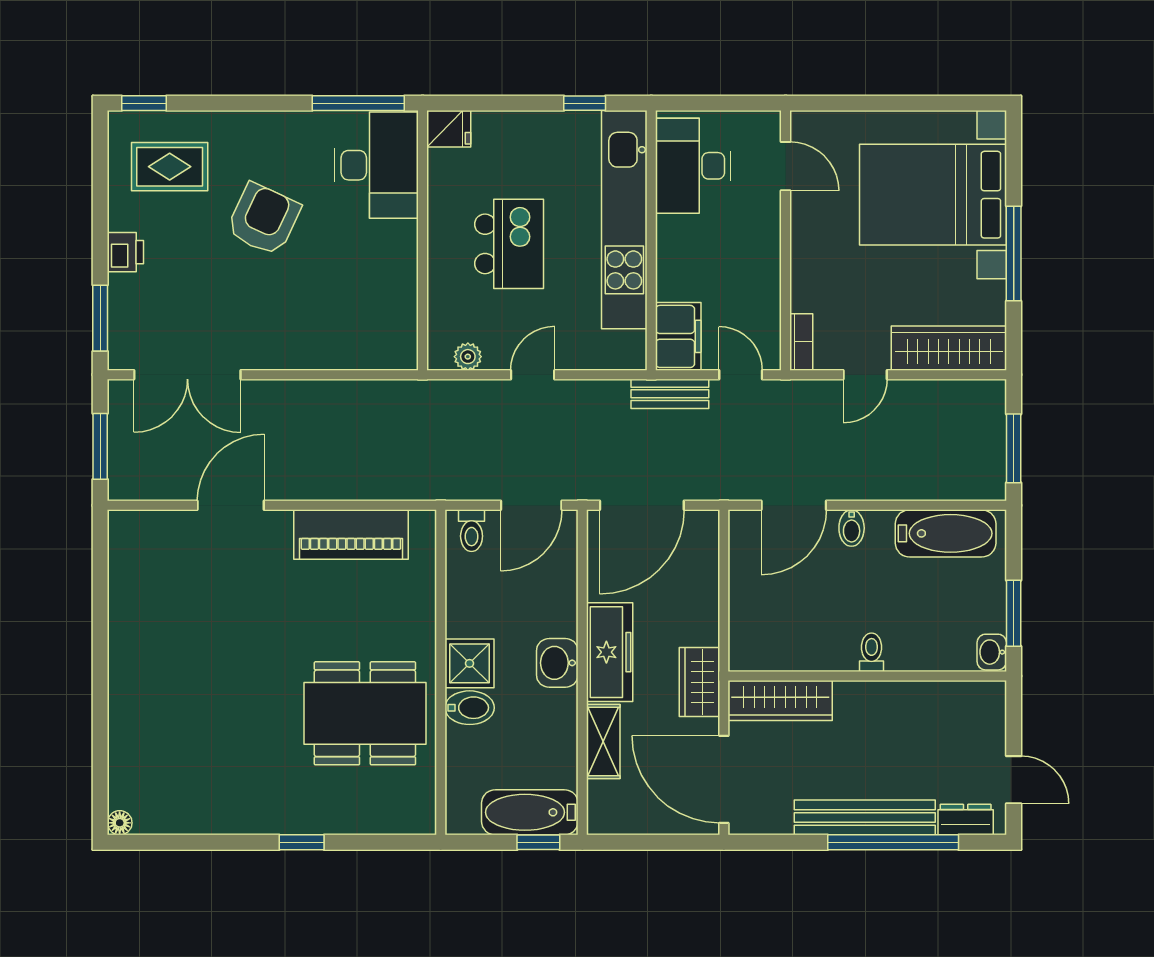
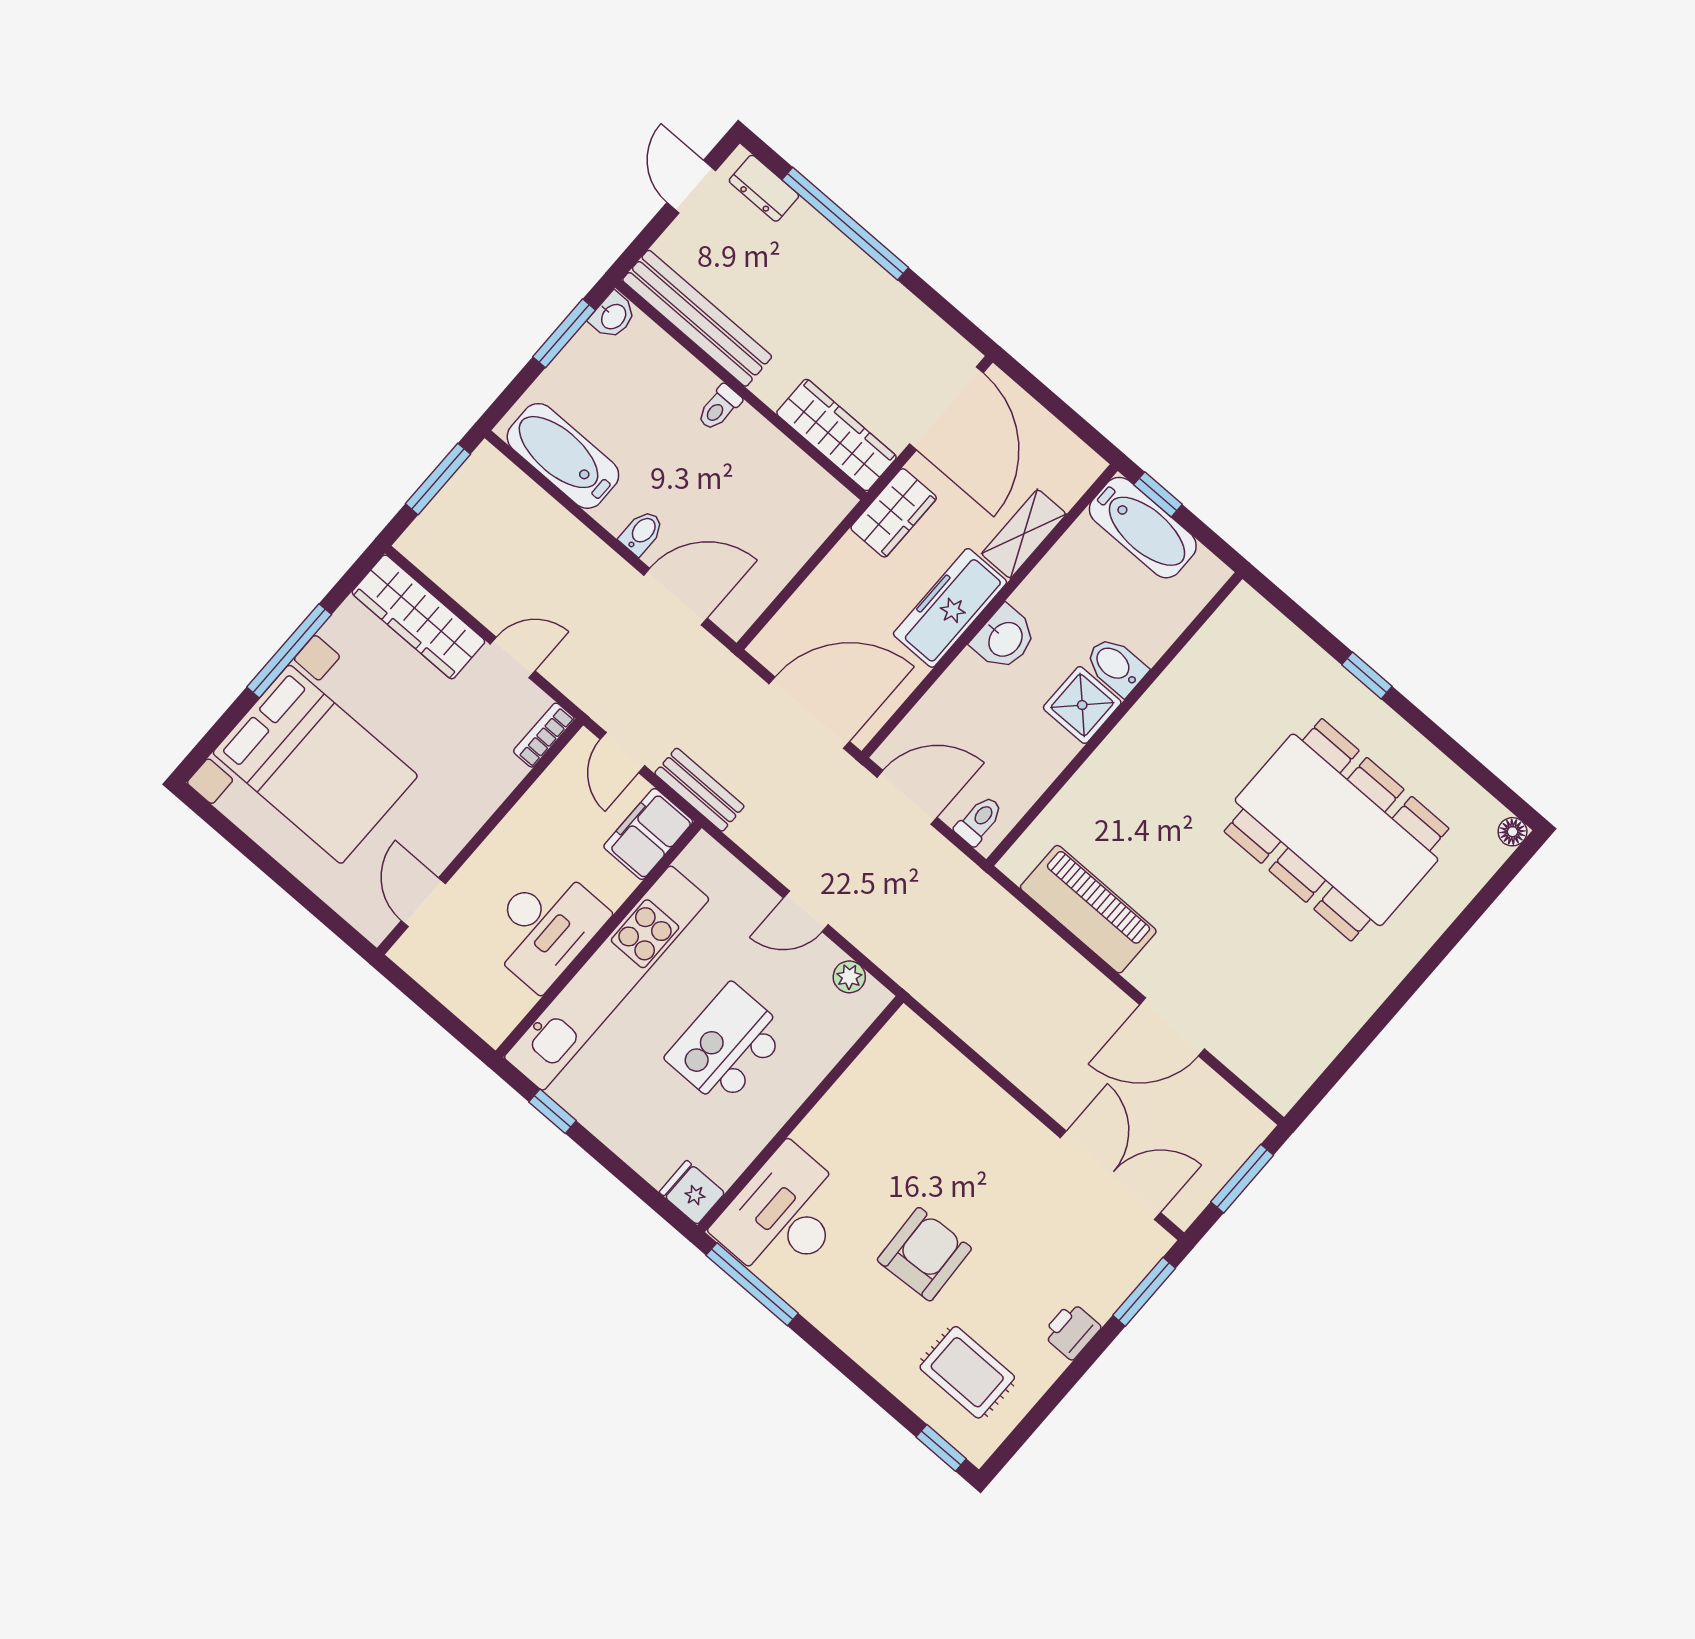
desk: (693, 166) -> (545, 927), moved
armchair: (264, 219) -> (924, 1254), turned 152
dining table: (365, 713) -> (1336, 830), moved, width x1.36, depth x1.24
bench: (865, 817) -> (697, 318), moved

